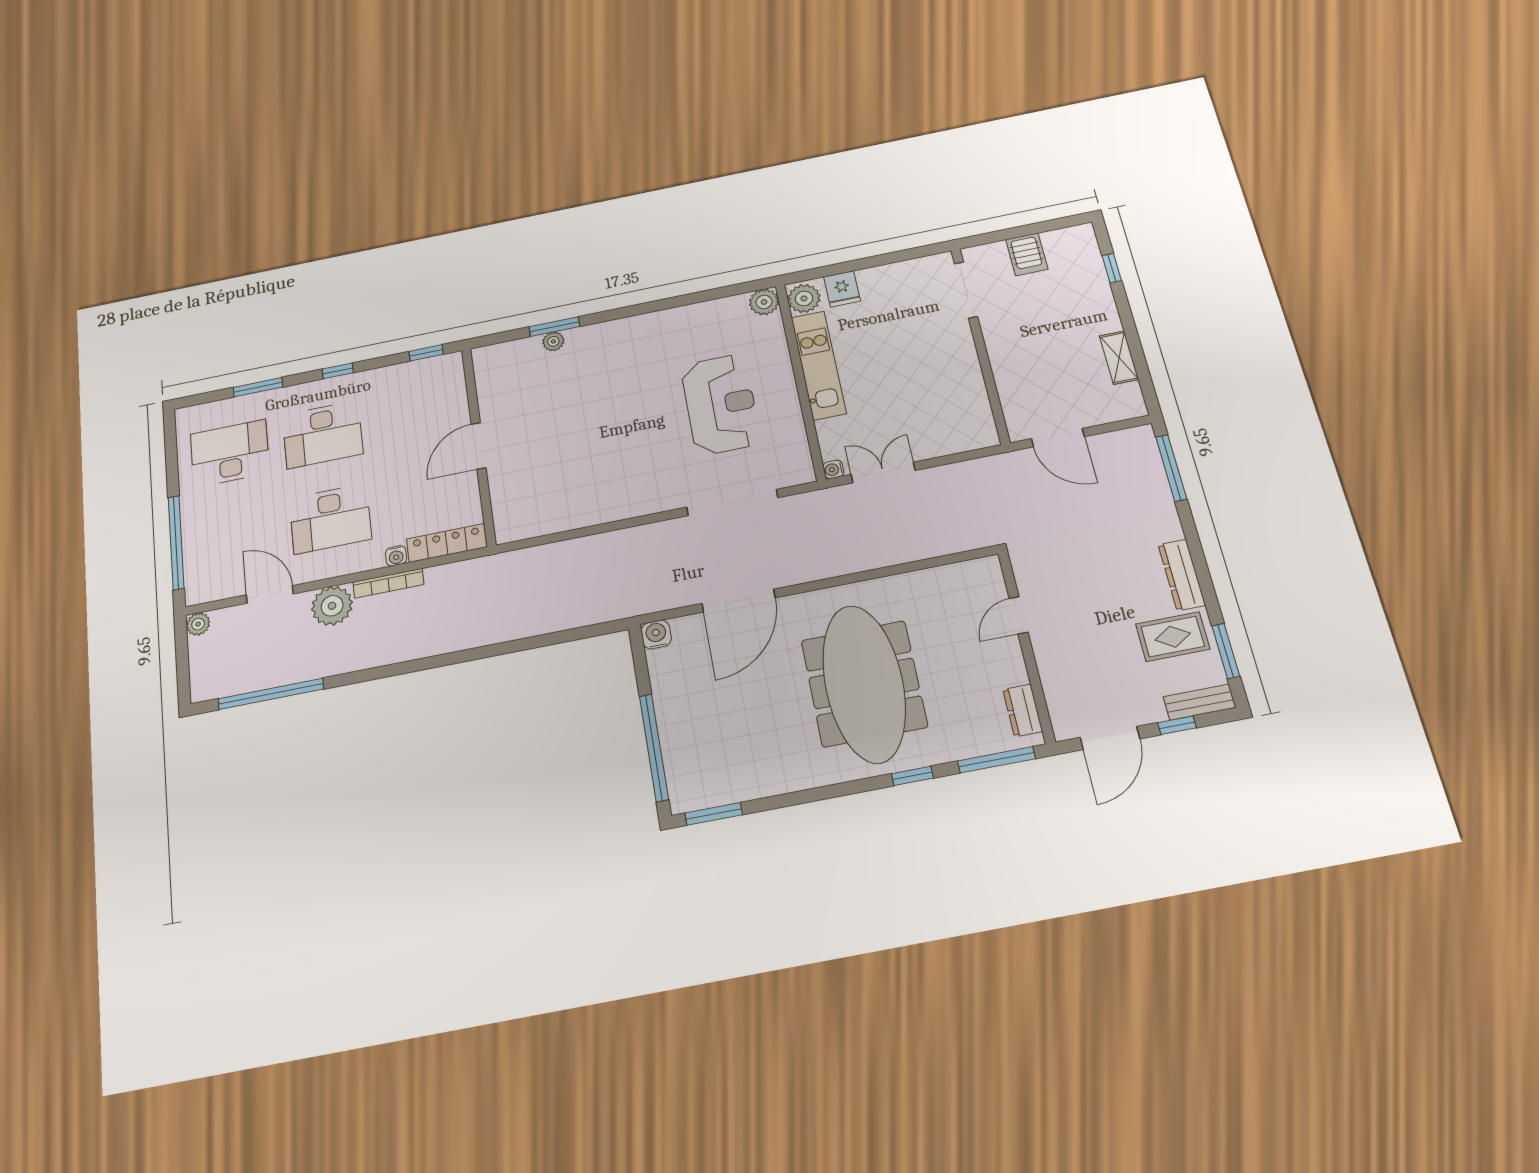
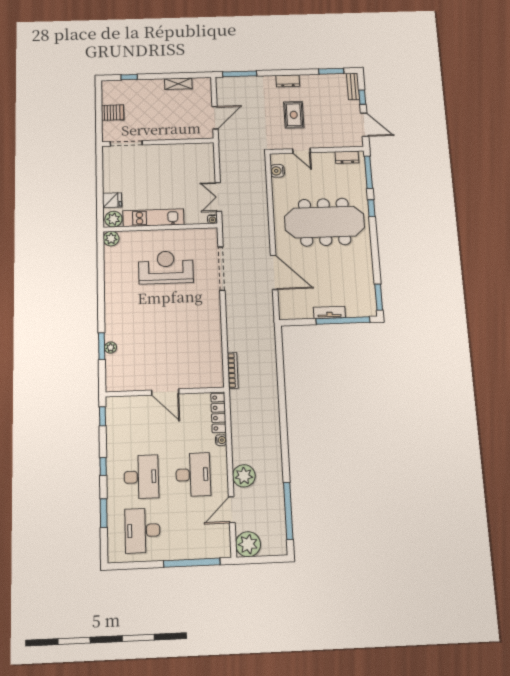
dresser: (1182, 575) -> (288, 81), width x0.70
bookcase: (388, 583) -> (233, 370), moved
plant: (198, 624) -> (248, 544), width x1.88, depth x1.88
water cooler: (656, 635) -> (277, 171), moved
rug: (1173, 637) -> (294, 115), moved
tv unit: (668, 719) -> (329, 312), added

